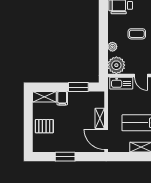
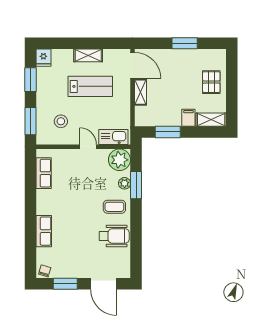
coffee table: (137, 34) -> (114, 207), moved
window: (103, 45) -> (136, 185), added
pallet: (44, 126) -> (211, 82), turned 90

